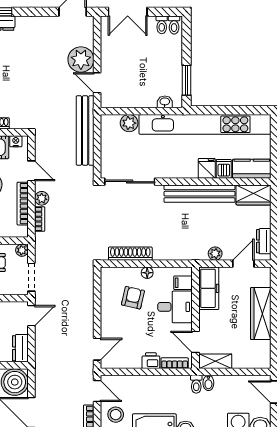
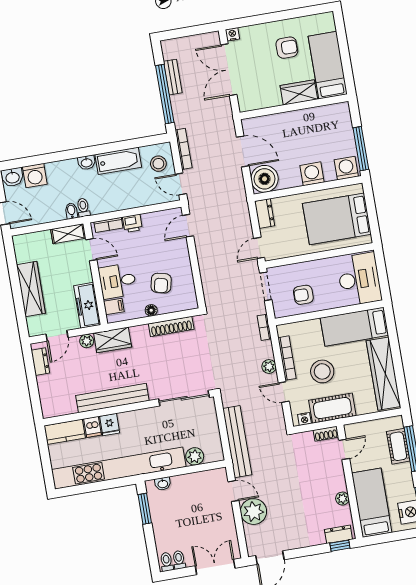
wardrobe: (254, 195) -> (113, 340), moved, turned 180
bookcase: (40, 219) -> (264, 327), moved
plant: (22, 250) -> (280, 312), removed

